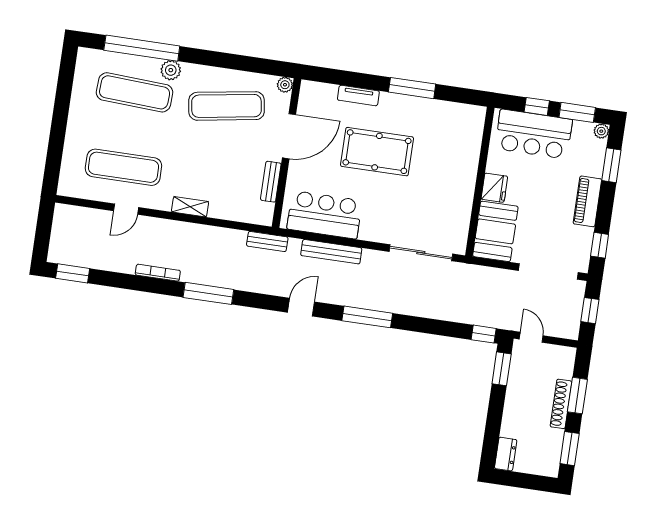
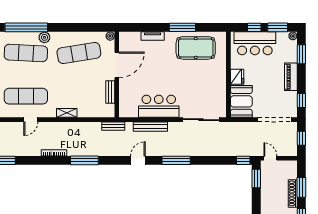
pool table: (377, 152) -> (196, 48), moved
bar counter: (325, 215) -> (159, 106), moved

